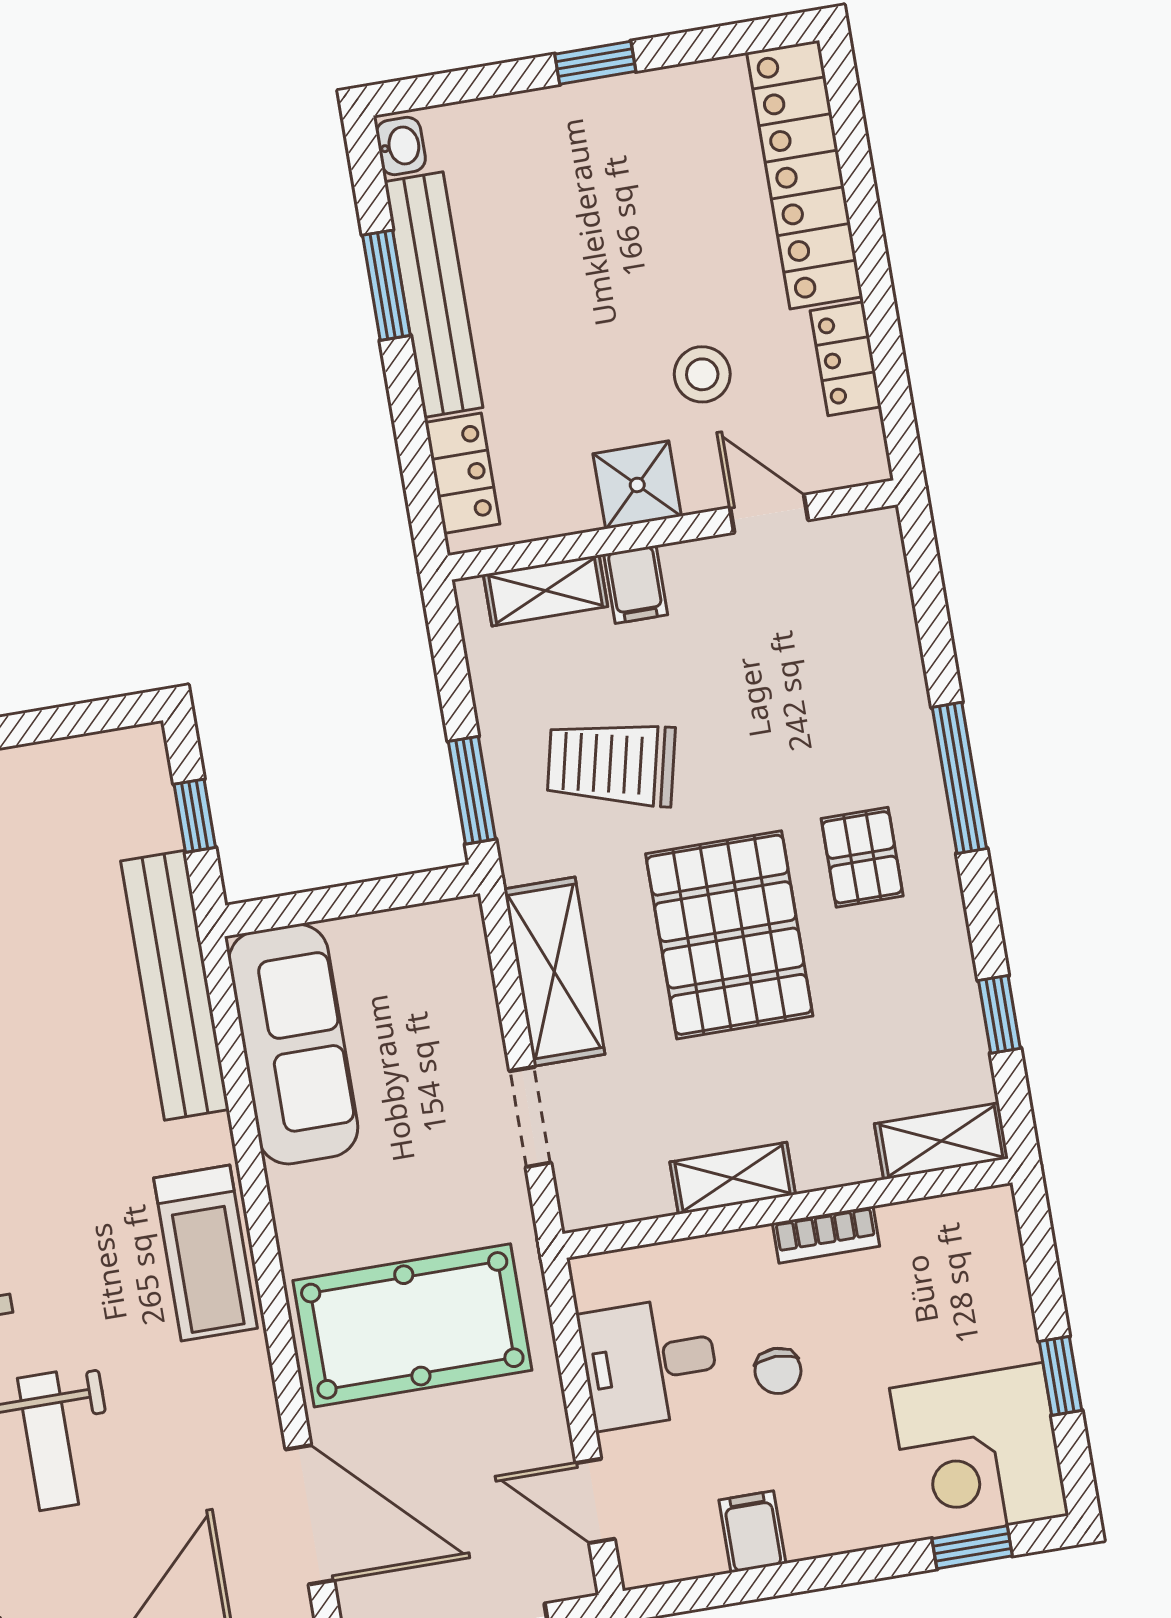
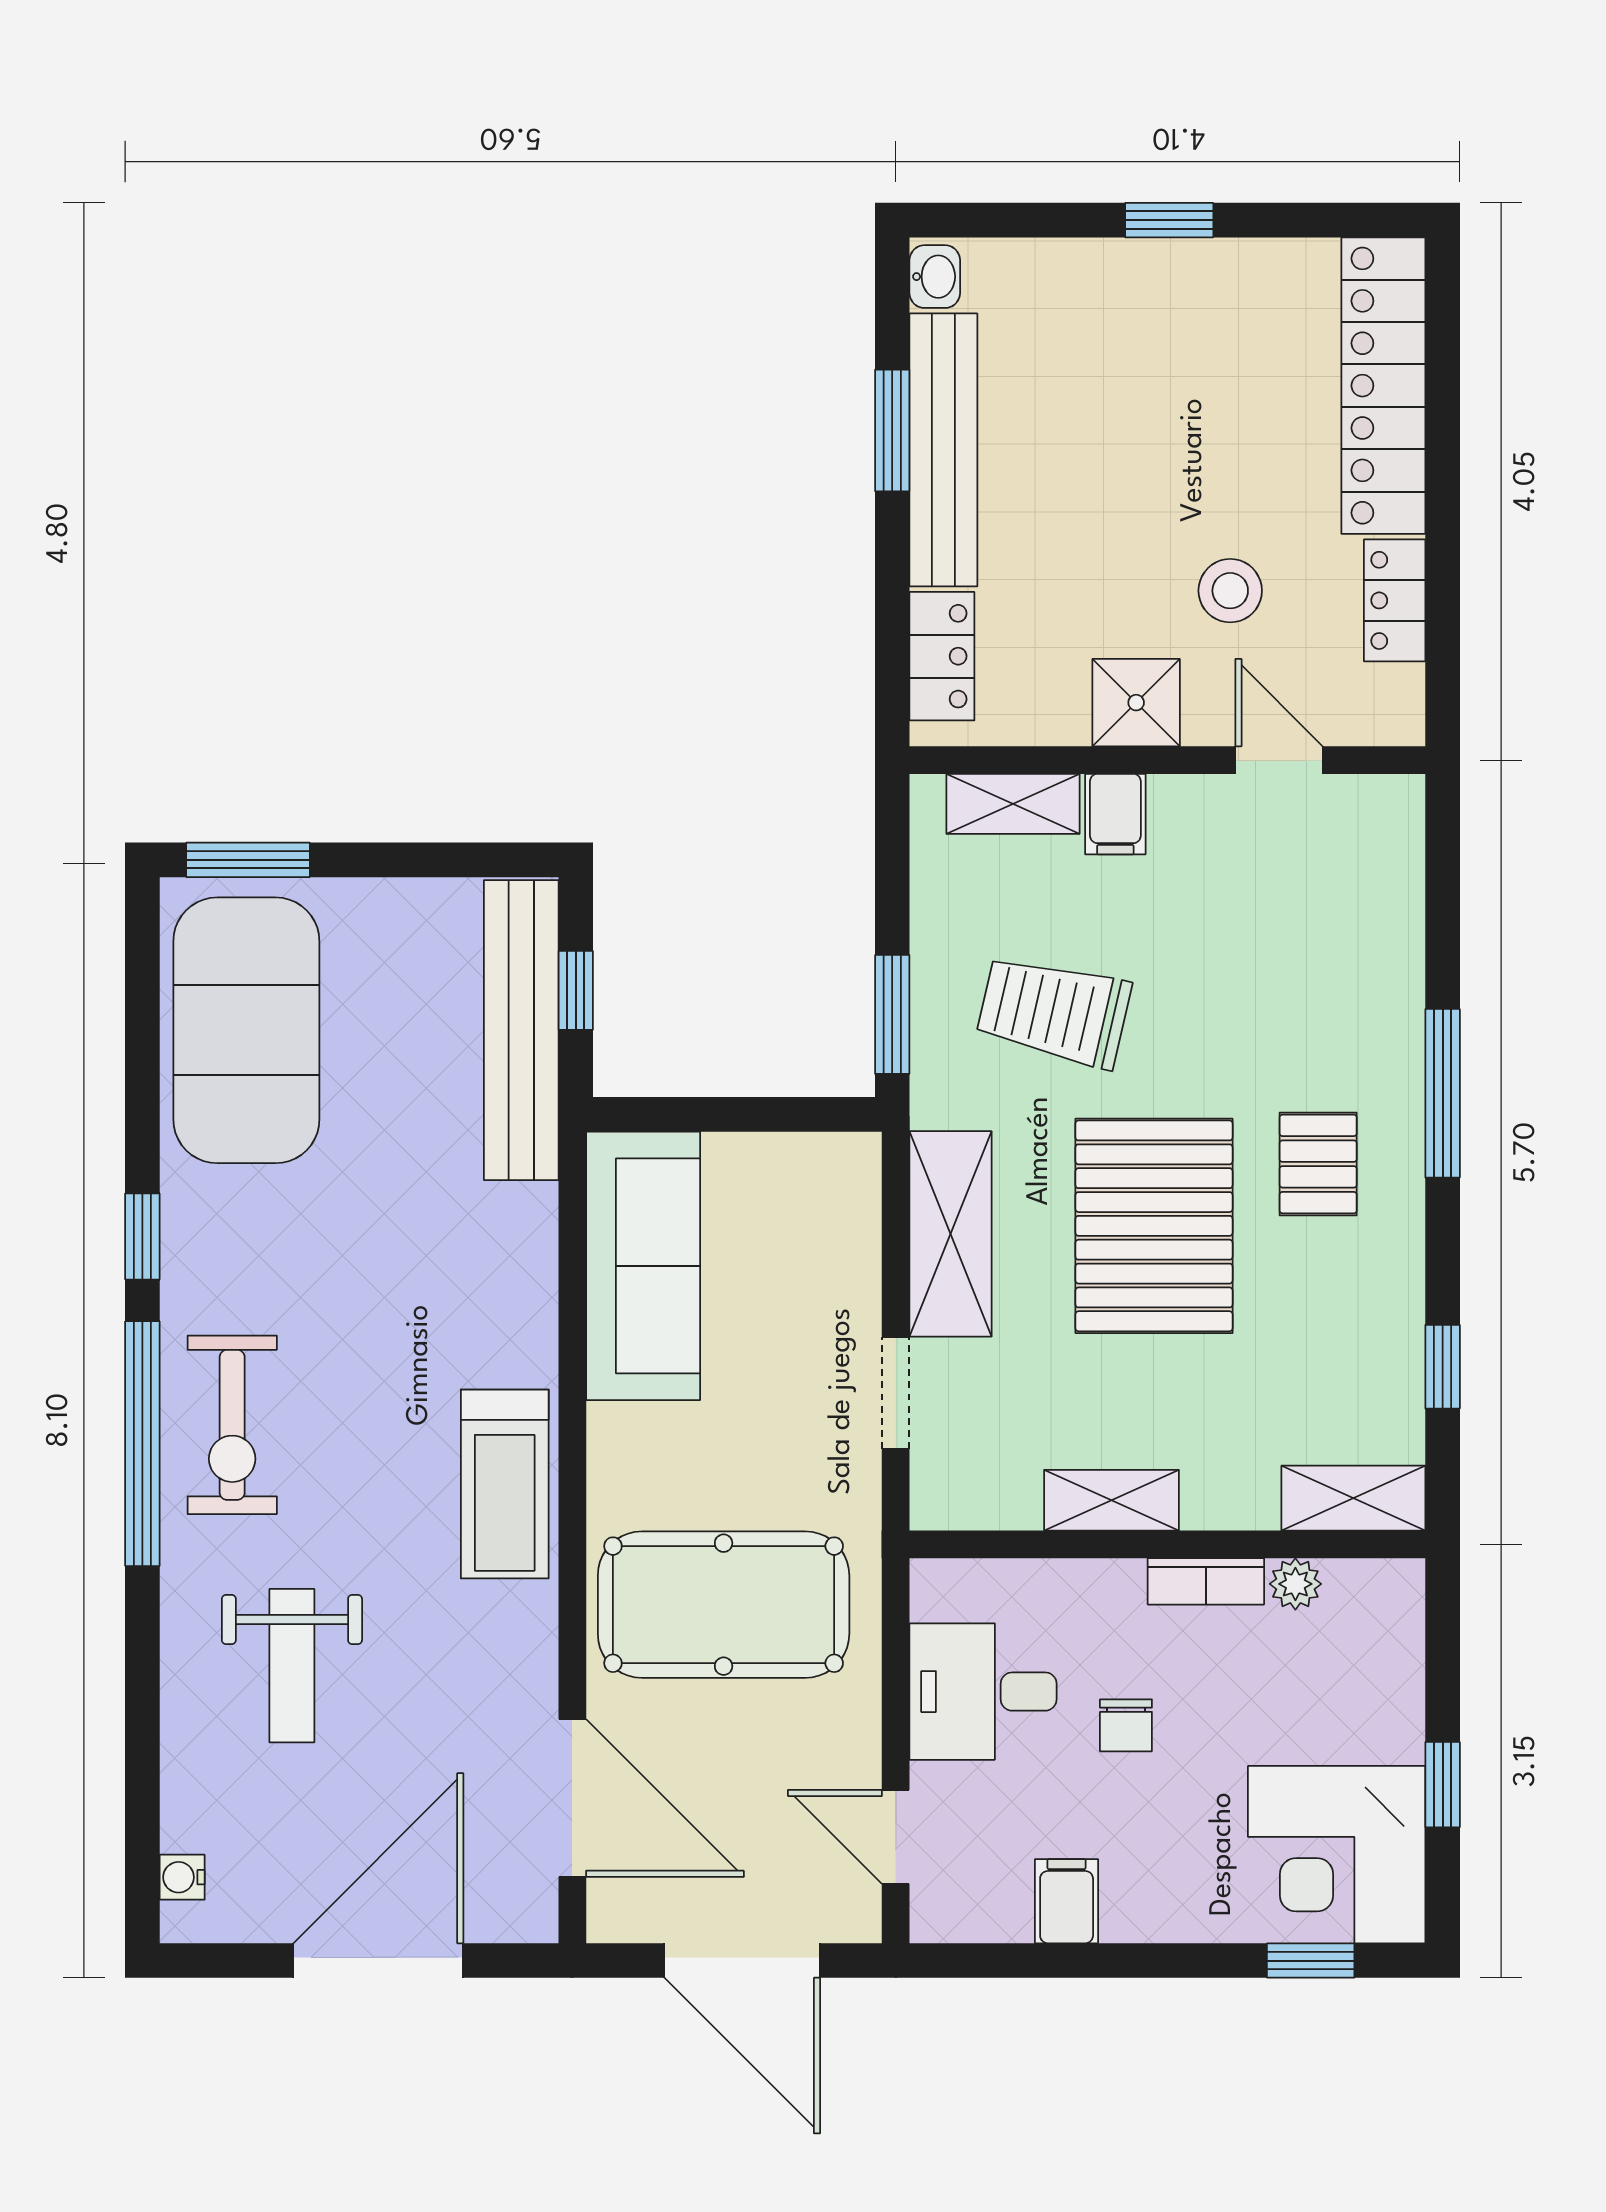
bench: (175, 985) -> (521, 1030), moved
plant: (904, 1224) -> (1295, 1584), added

